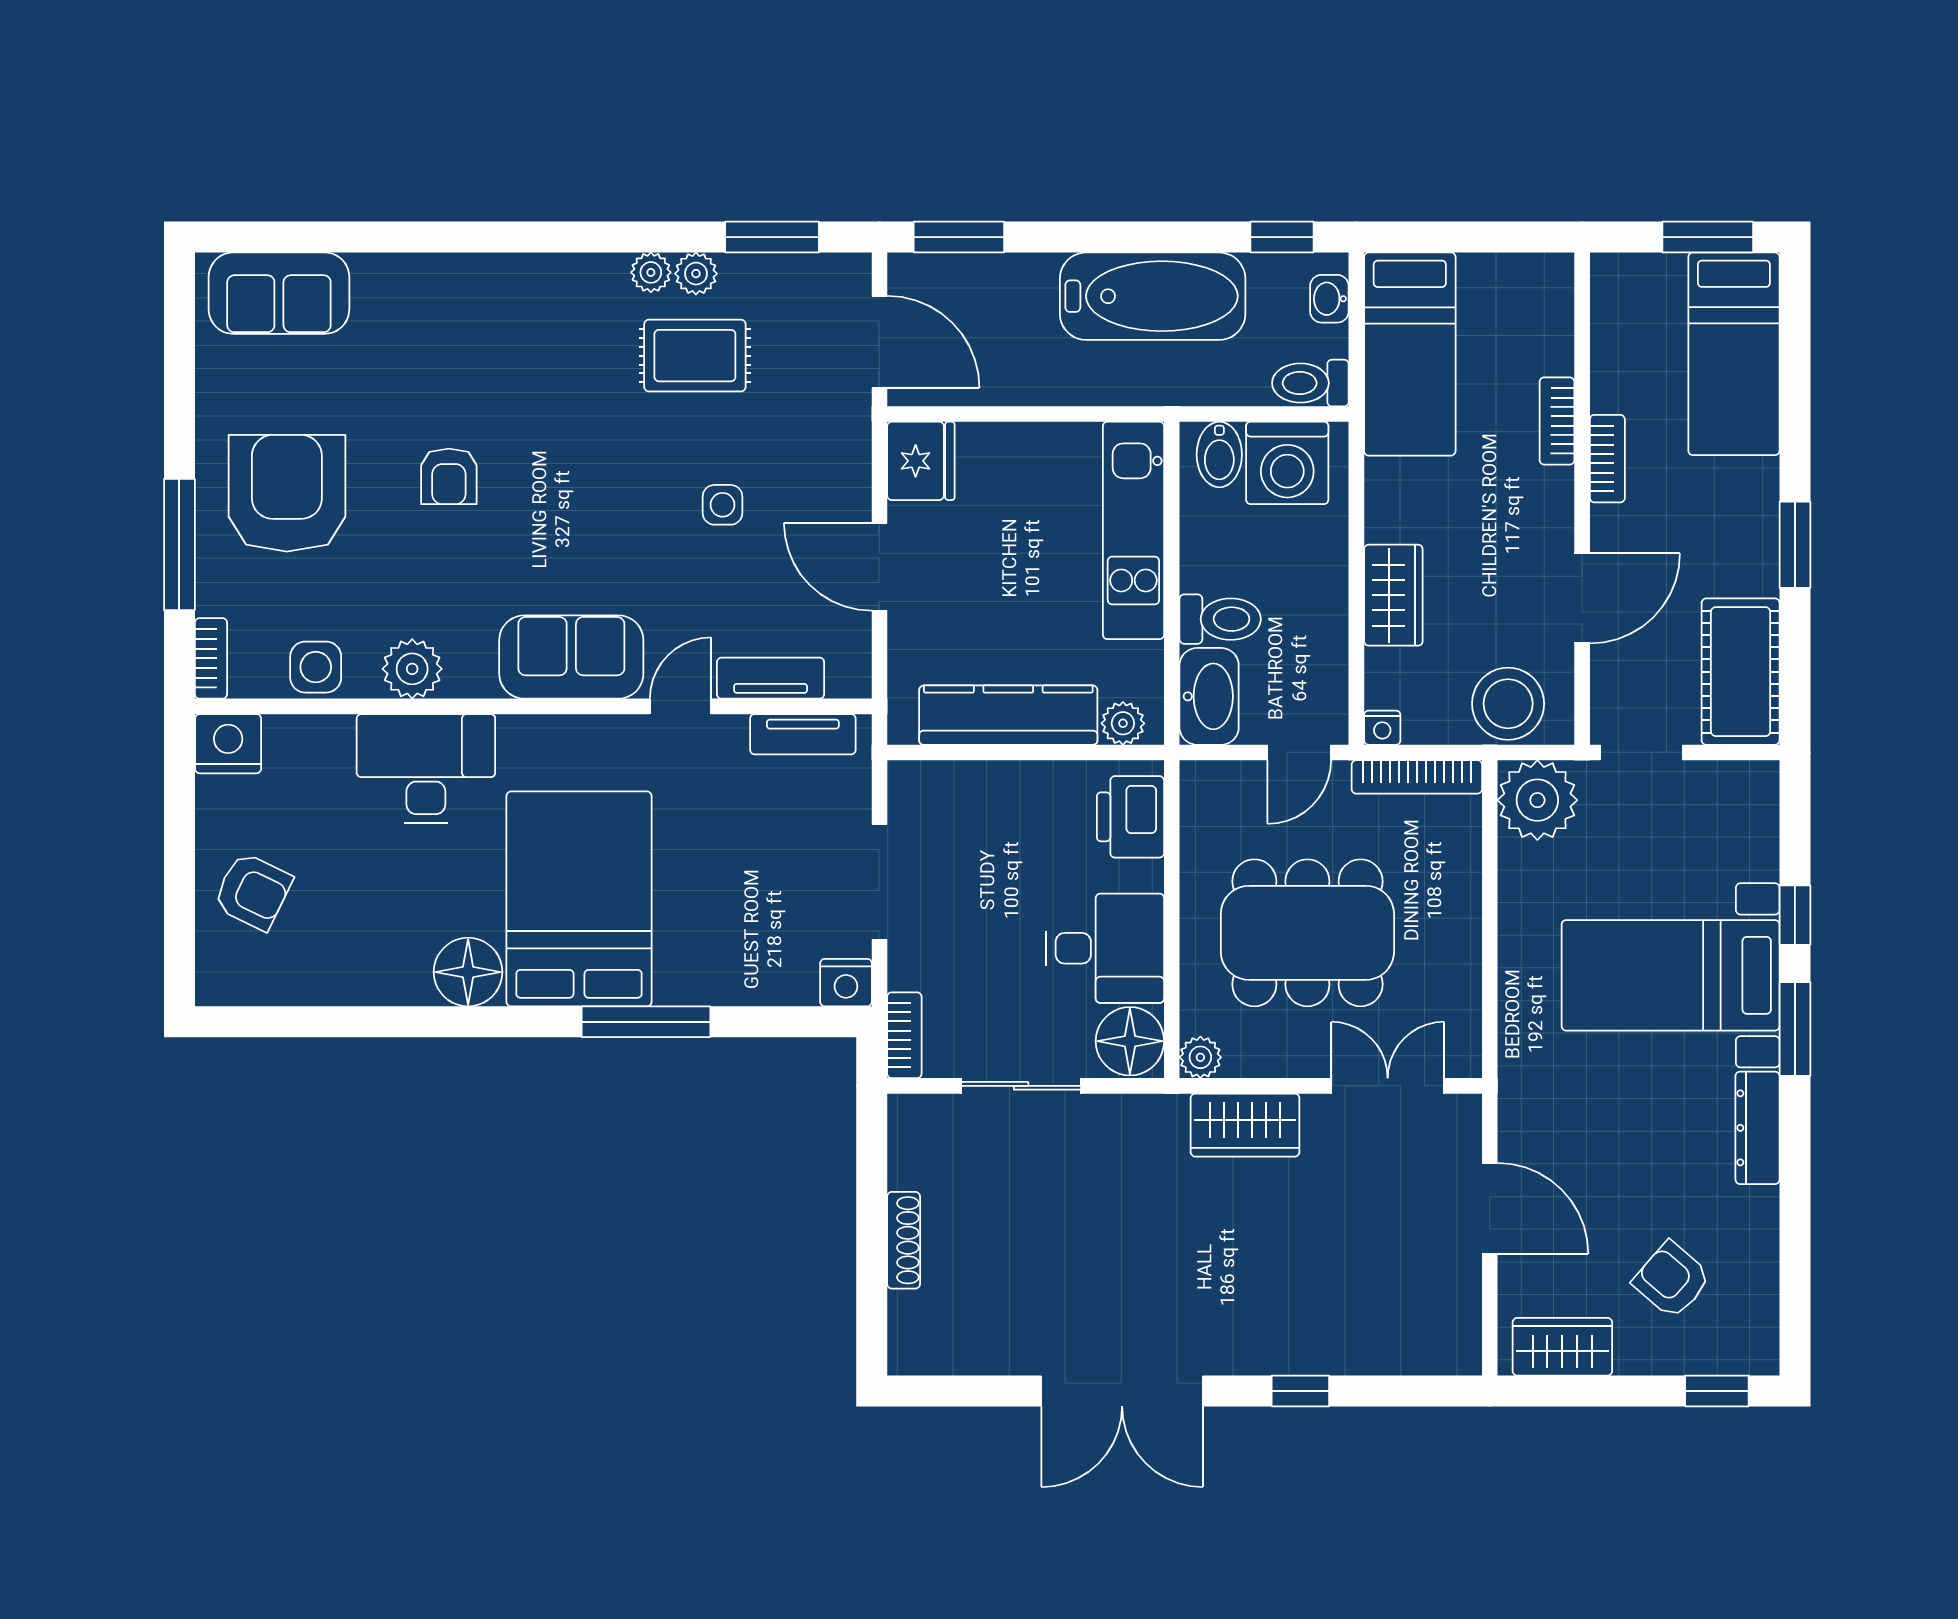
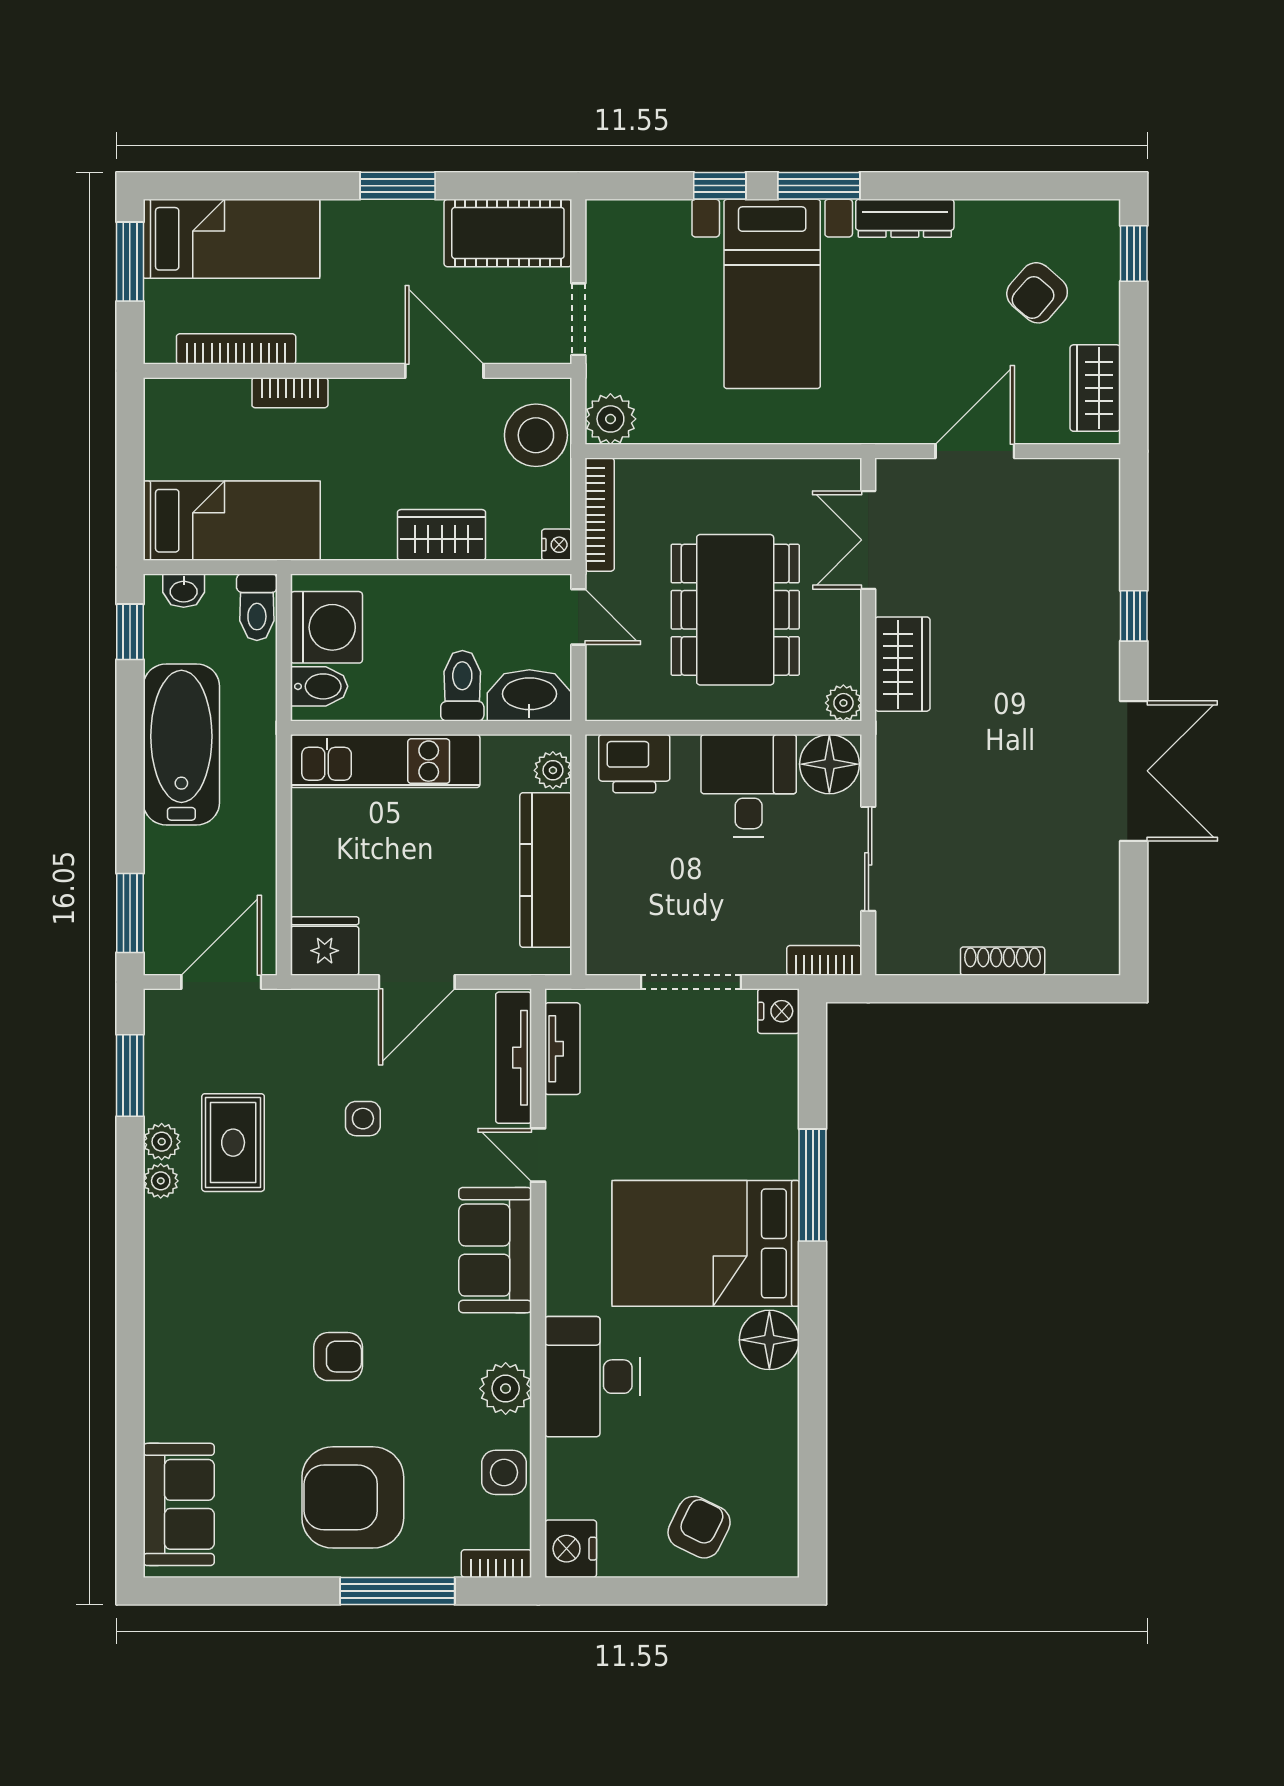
bookcase: (1607, 459) -> (236, 349), moved, width x1.56
tv unit: (771, 678) -> (514, 1058), width x1.41
plant: (1537, 800) -> (610, 419), width x0.73, depth x0.73

